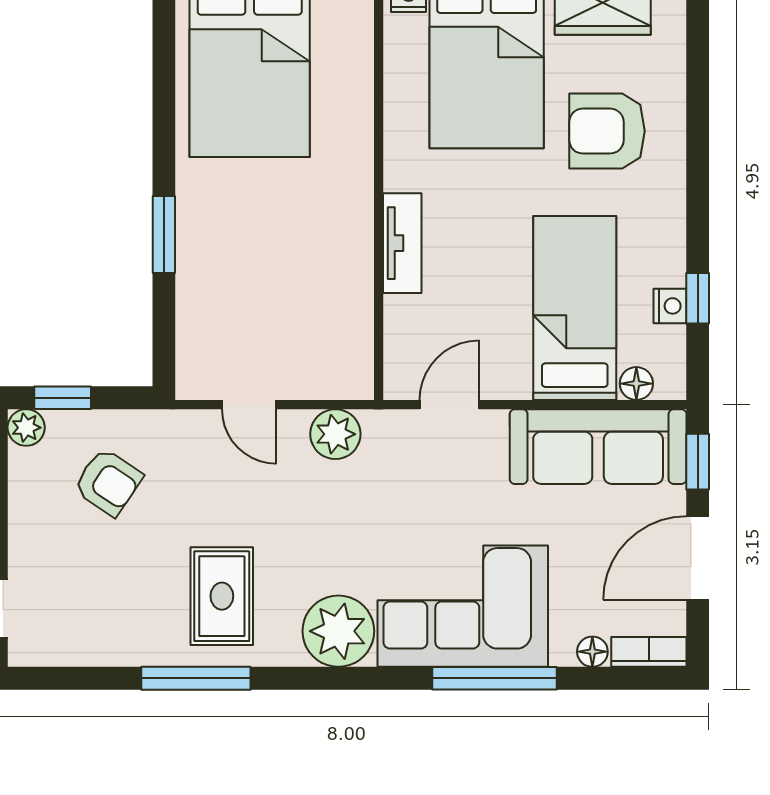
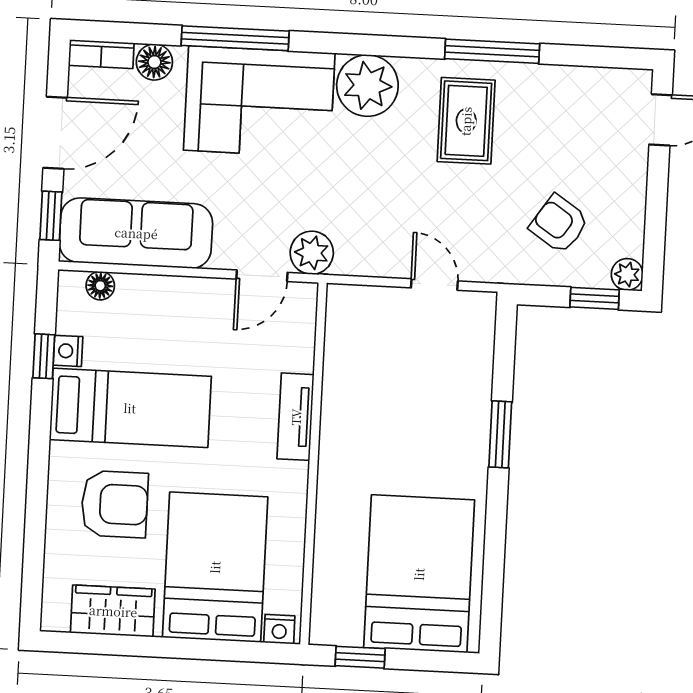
bed: (575, 308) -> (130, 408), moved, turned -90
plant: (335, 434) -> (312, 253), moved
floor lamp: (592, 652) -> (154, 62), width x1.37, depth x1.37

